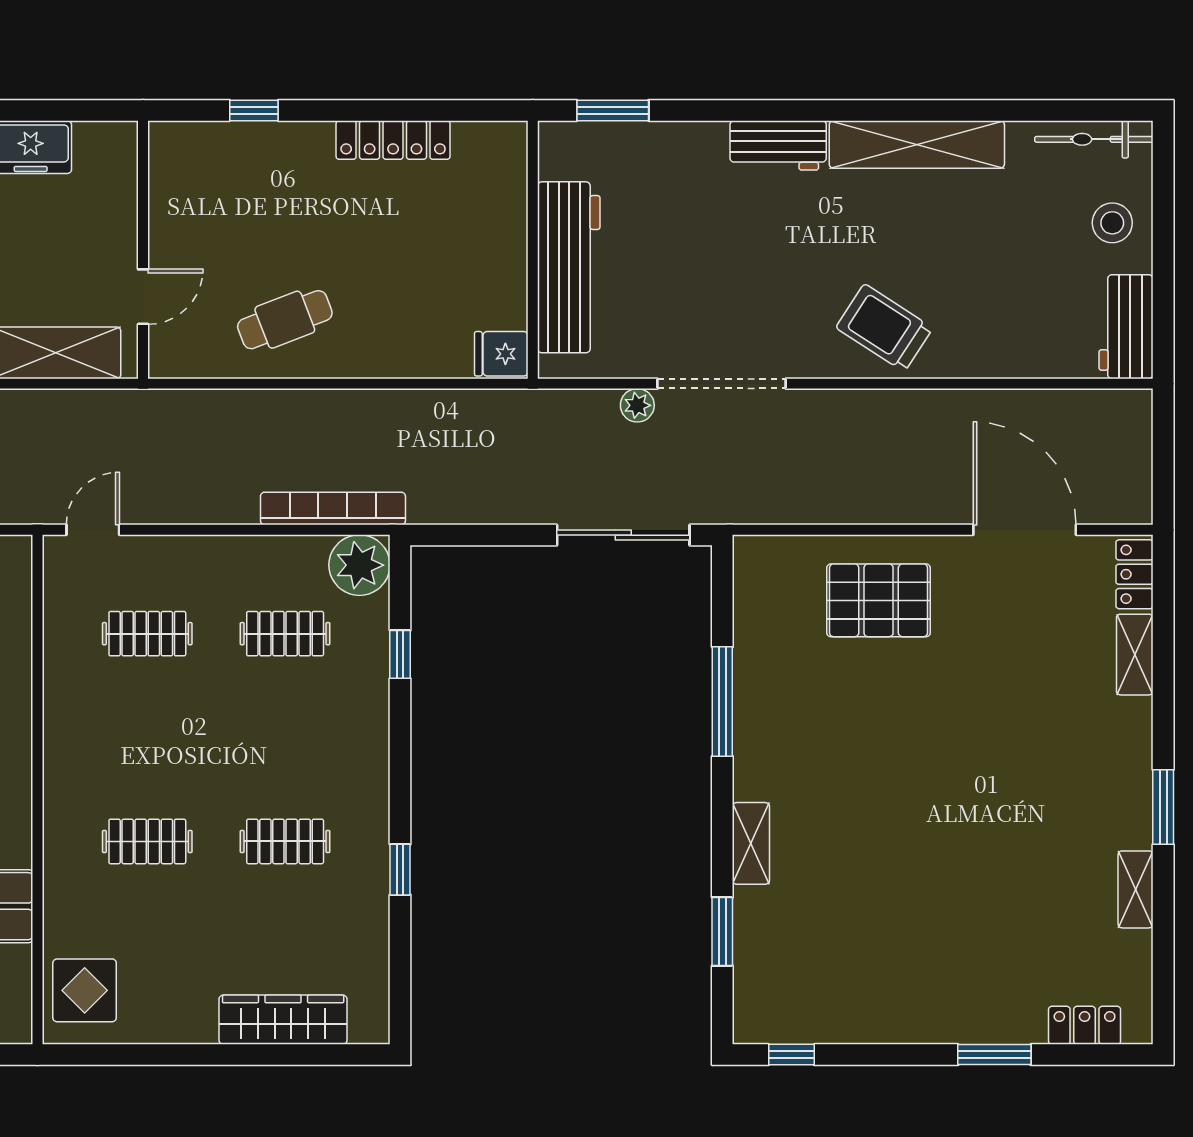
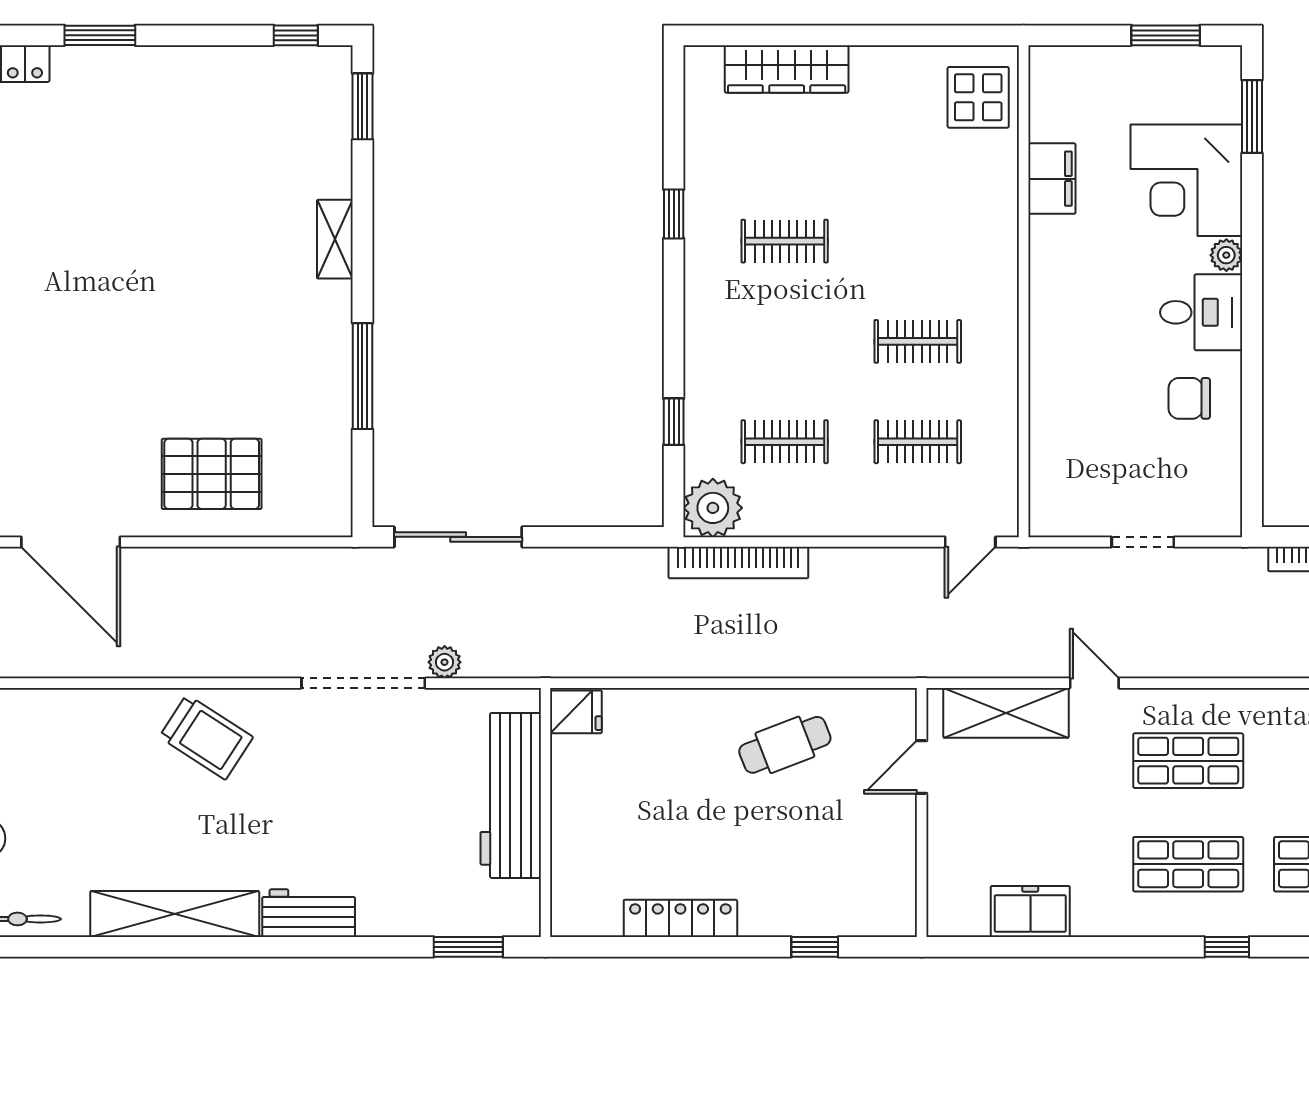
clothes rail: (147, 841) -> (918, 341), moved
window: (722, 932) -> (362, 106), moved

